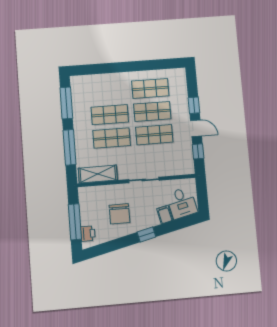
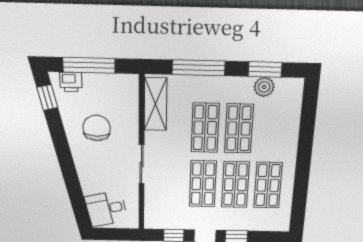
plant: (78, 102) -> (264, 87), added
window: (66, 103) -> (265, 69), width x0.69
chair: (119, 214) -> (97, 128), turned 90
filing cabinet: (165, 215) -> (92, 186), removed
window: (146, 235) -> (47, 98), moved

